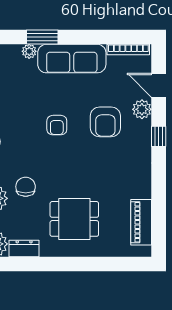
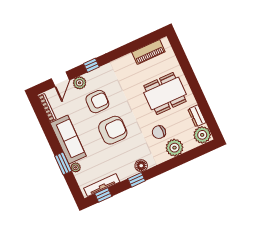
armchair: (57, 125) -> (113, 130), width x1.88, depth x1.88
dining table: (74, 219) -> (165, 94), width x1.38

